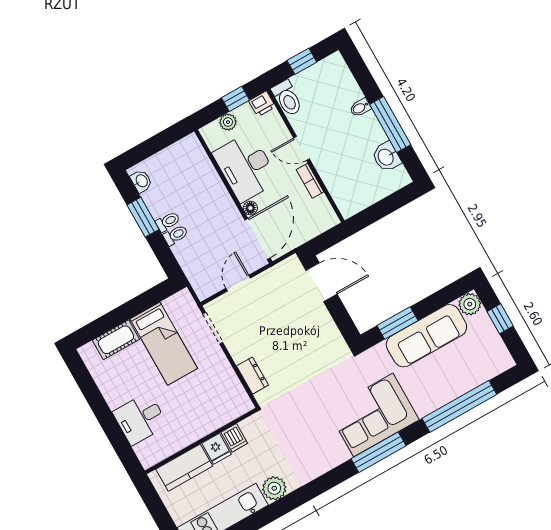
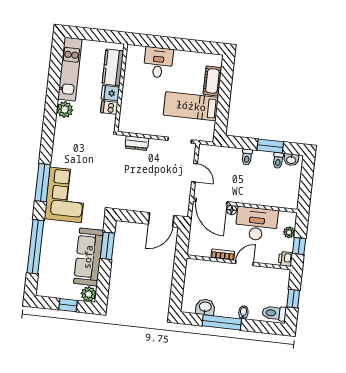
toilet: (287, 98) -> (274, 313), moved
toilet: (168, 222) -> (278, 160), moved

